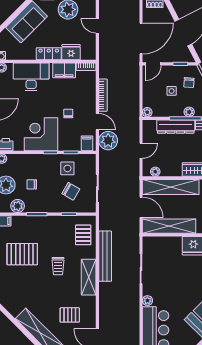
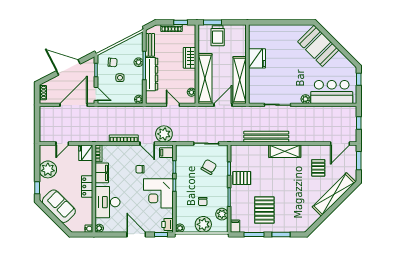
door: (141, 38) -> (74, 105), hinge flipped
fridge: (71, 52) -> (86, 153), moved
door: (97, 122) -> (147, 143), swing flipped
side table: (67, 168) -> (189, 170), removed
pallet: (83, 235) -> (242, 178), moved
trolley: (58, 266) -> (275, 178), removed

